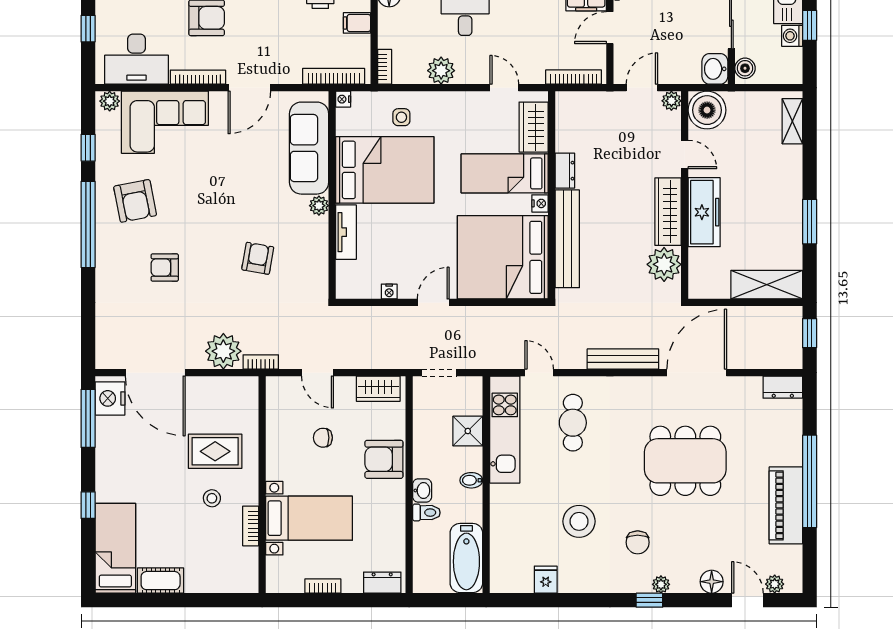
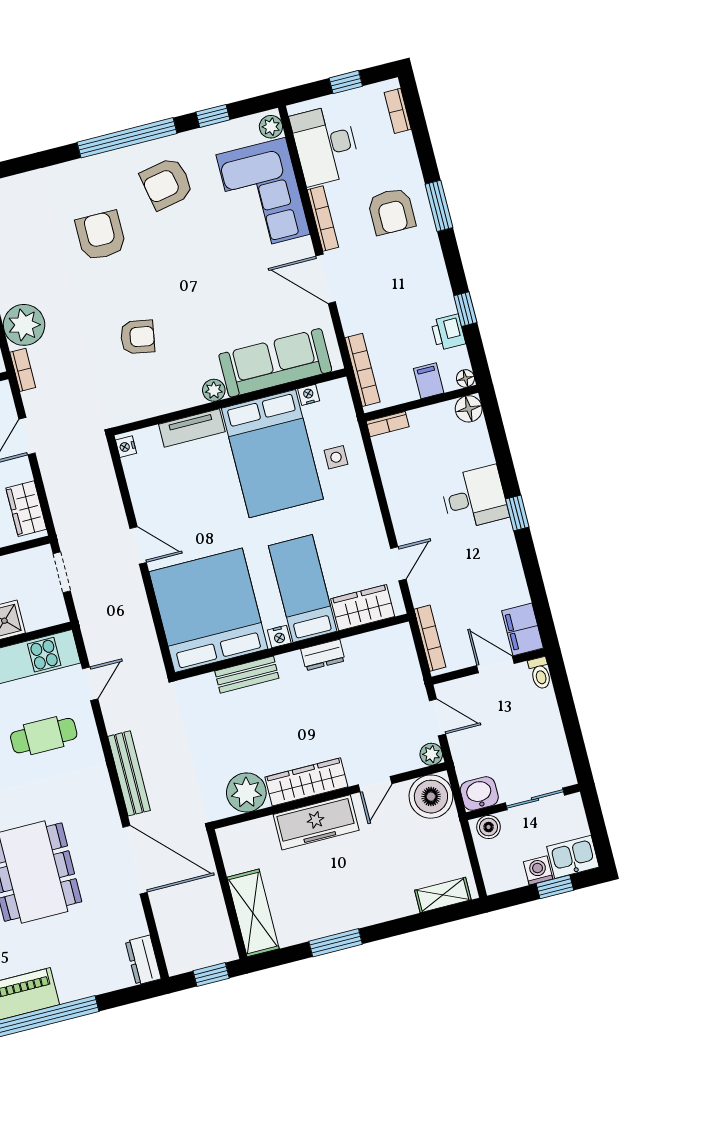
plant: (441, 71) -> (399, 488), removed
nightstand: (343, 99) -> (309, 395), moved
bench: (567, 239) -> (247, 675), width x0.54, depth x0.82
armchair: (165, 268) -> (101, 236), width x1.38, depth x1.38
nightstand: (389, 292) -> (126, 447), moved

